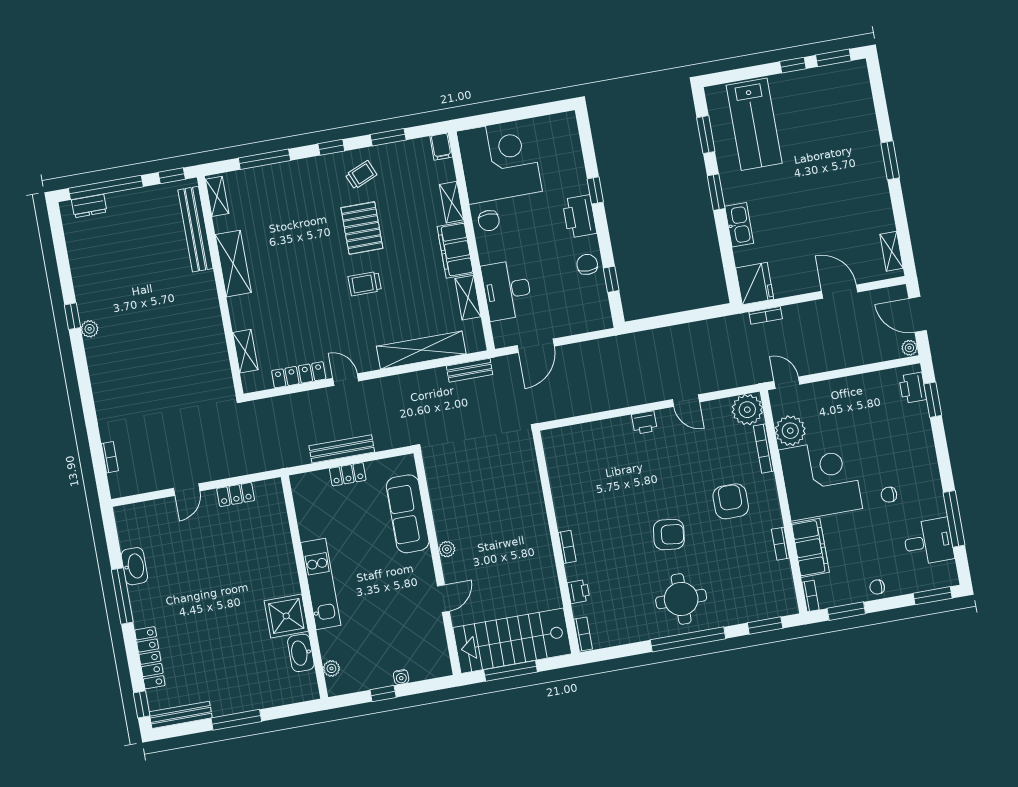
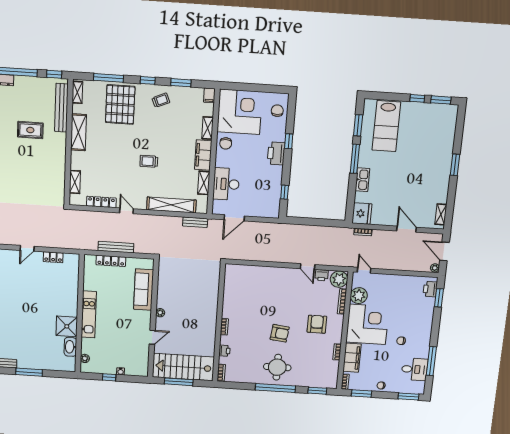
window: (716, 192) -> (355, 159), width x1.44
pallet: (362, 228) -> (120, 105), moved, width x1.37, depth x1.41
chair: (587, 264) -> (277, 111), moved
rug: (150, 280) -> (30, 130), added
printer: (644, 423) -> (322, 275), moved
locker: (348, 474) -> (111, 261), width x1.53

